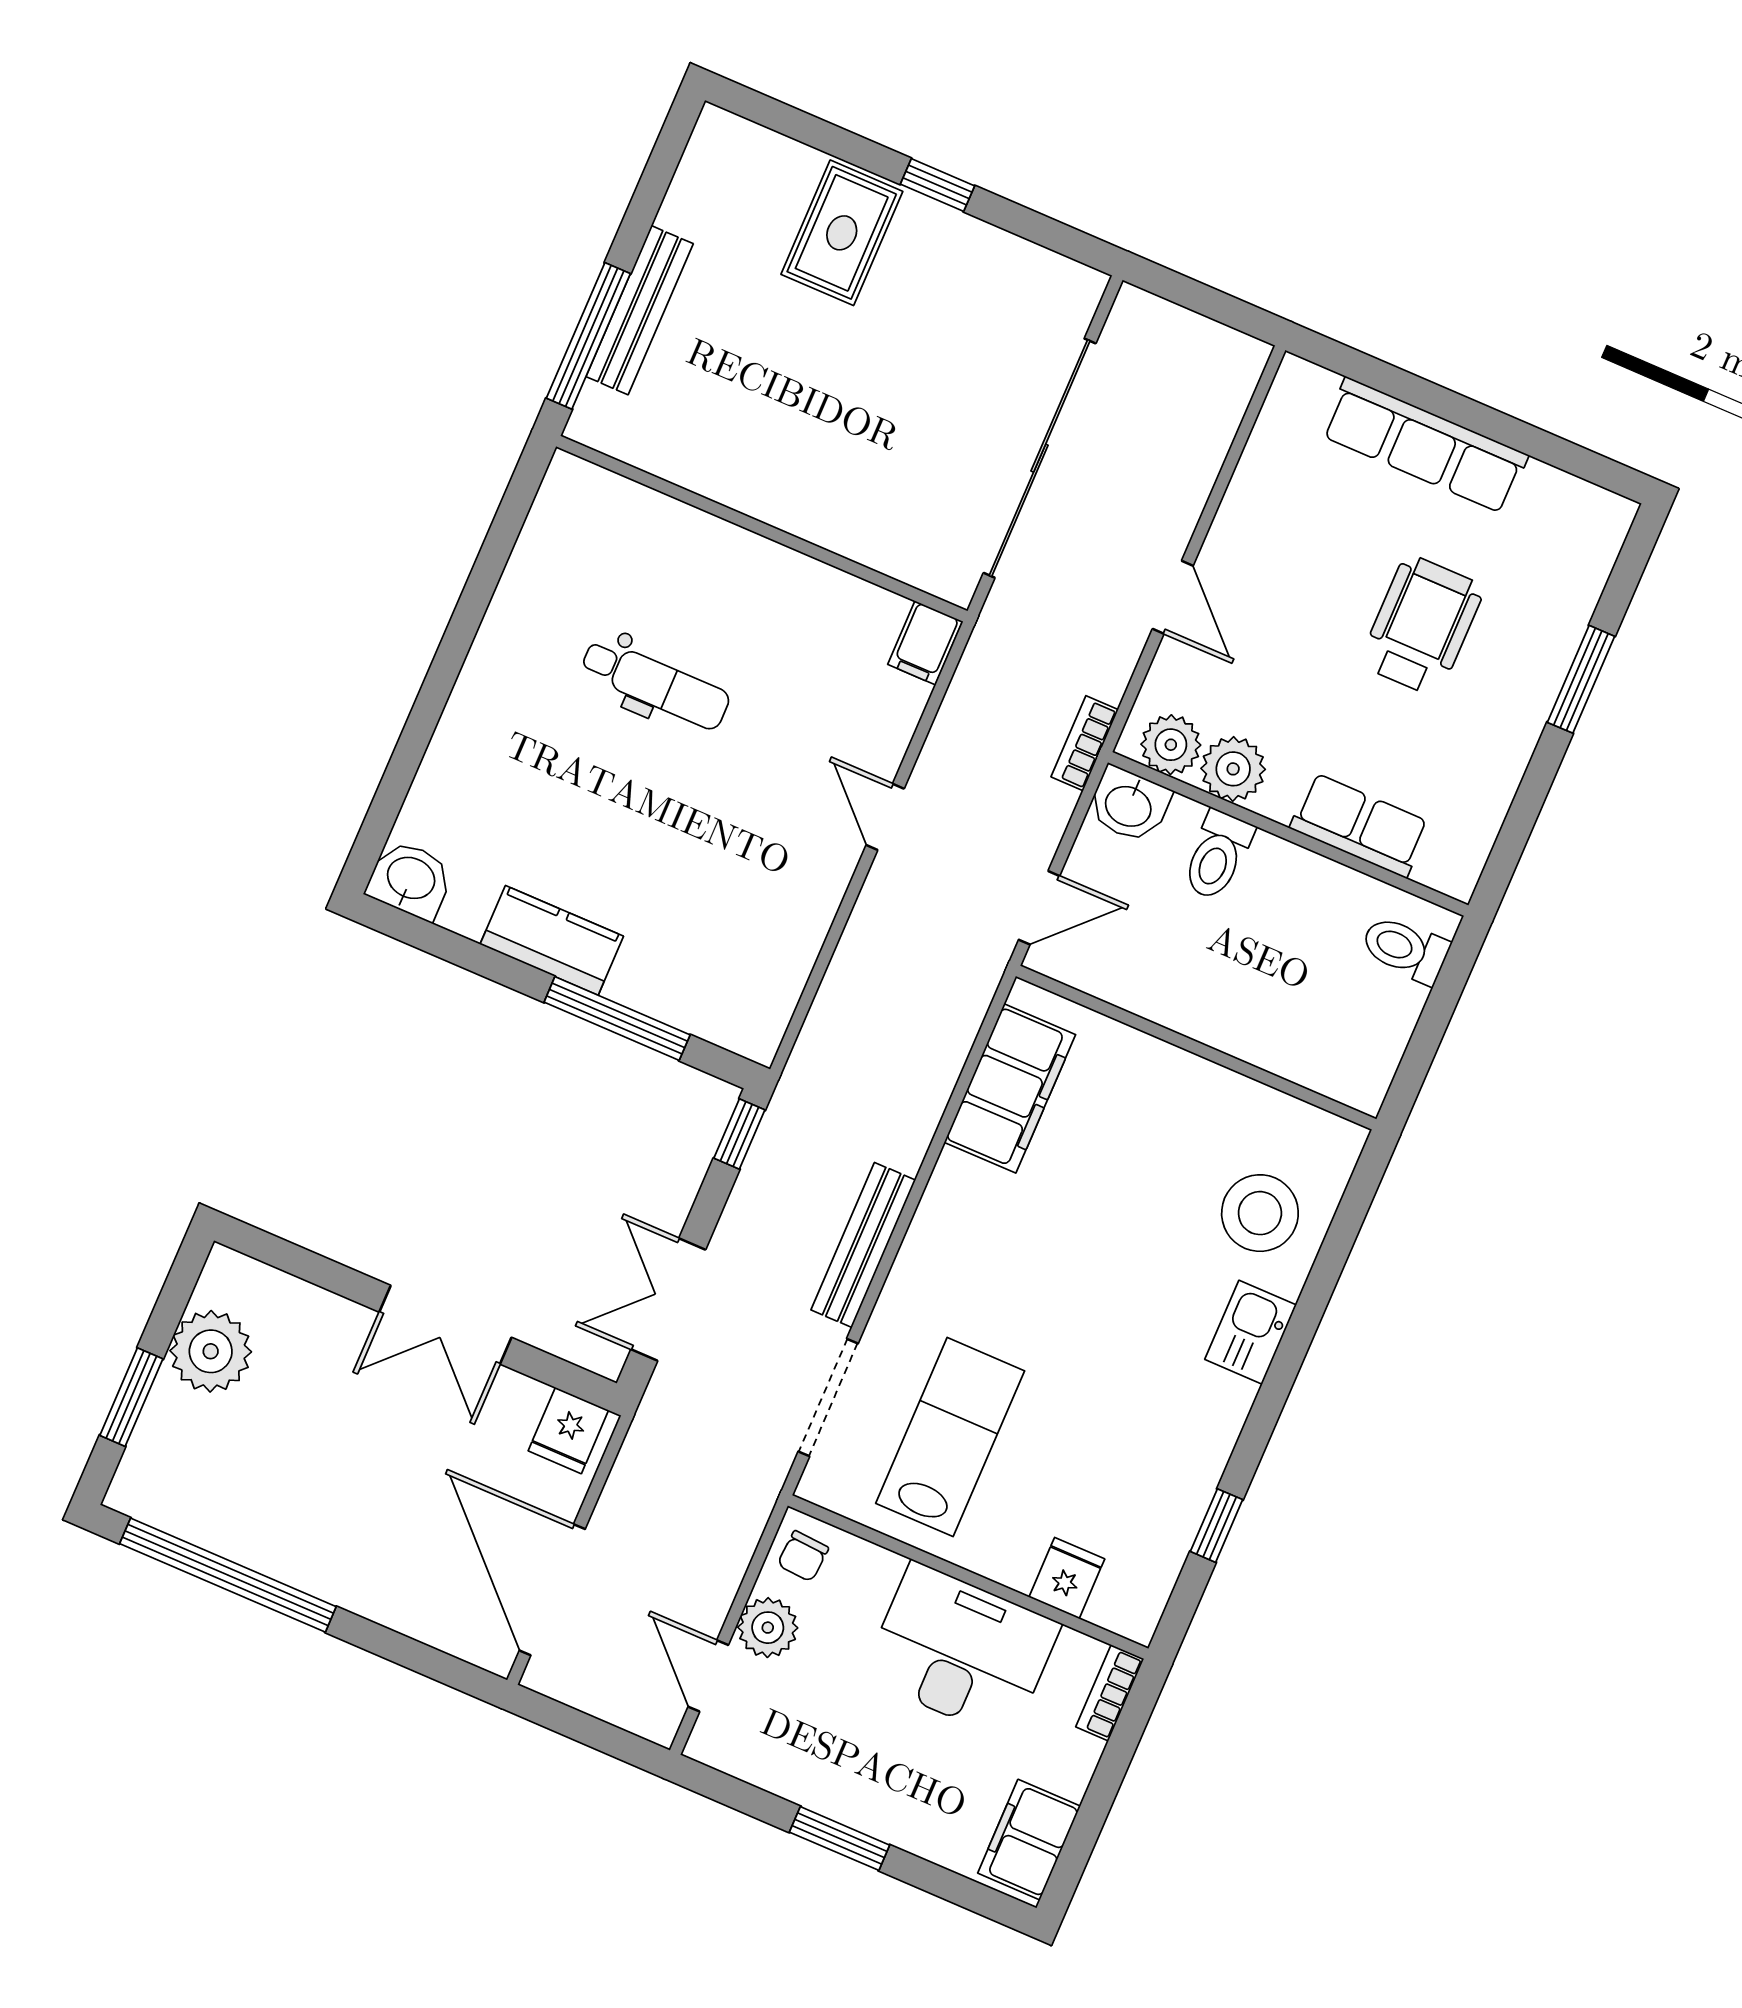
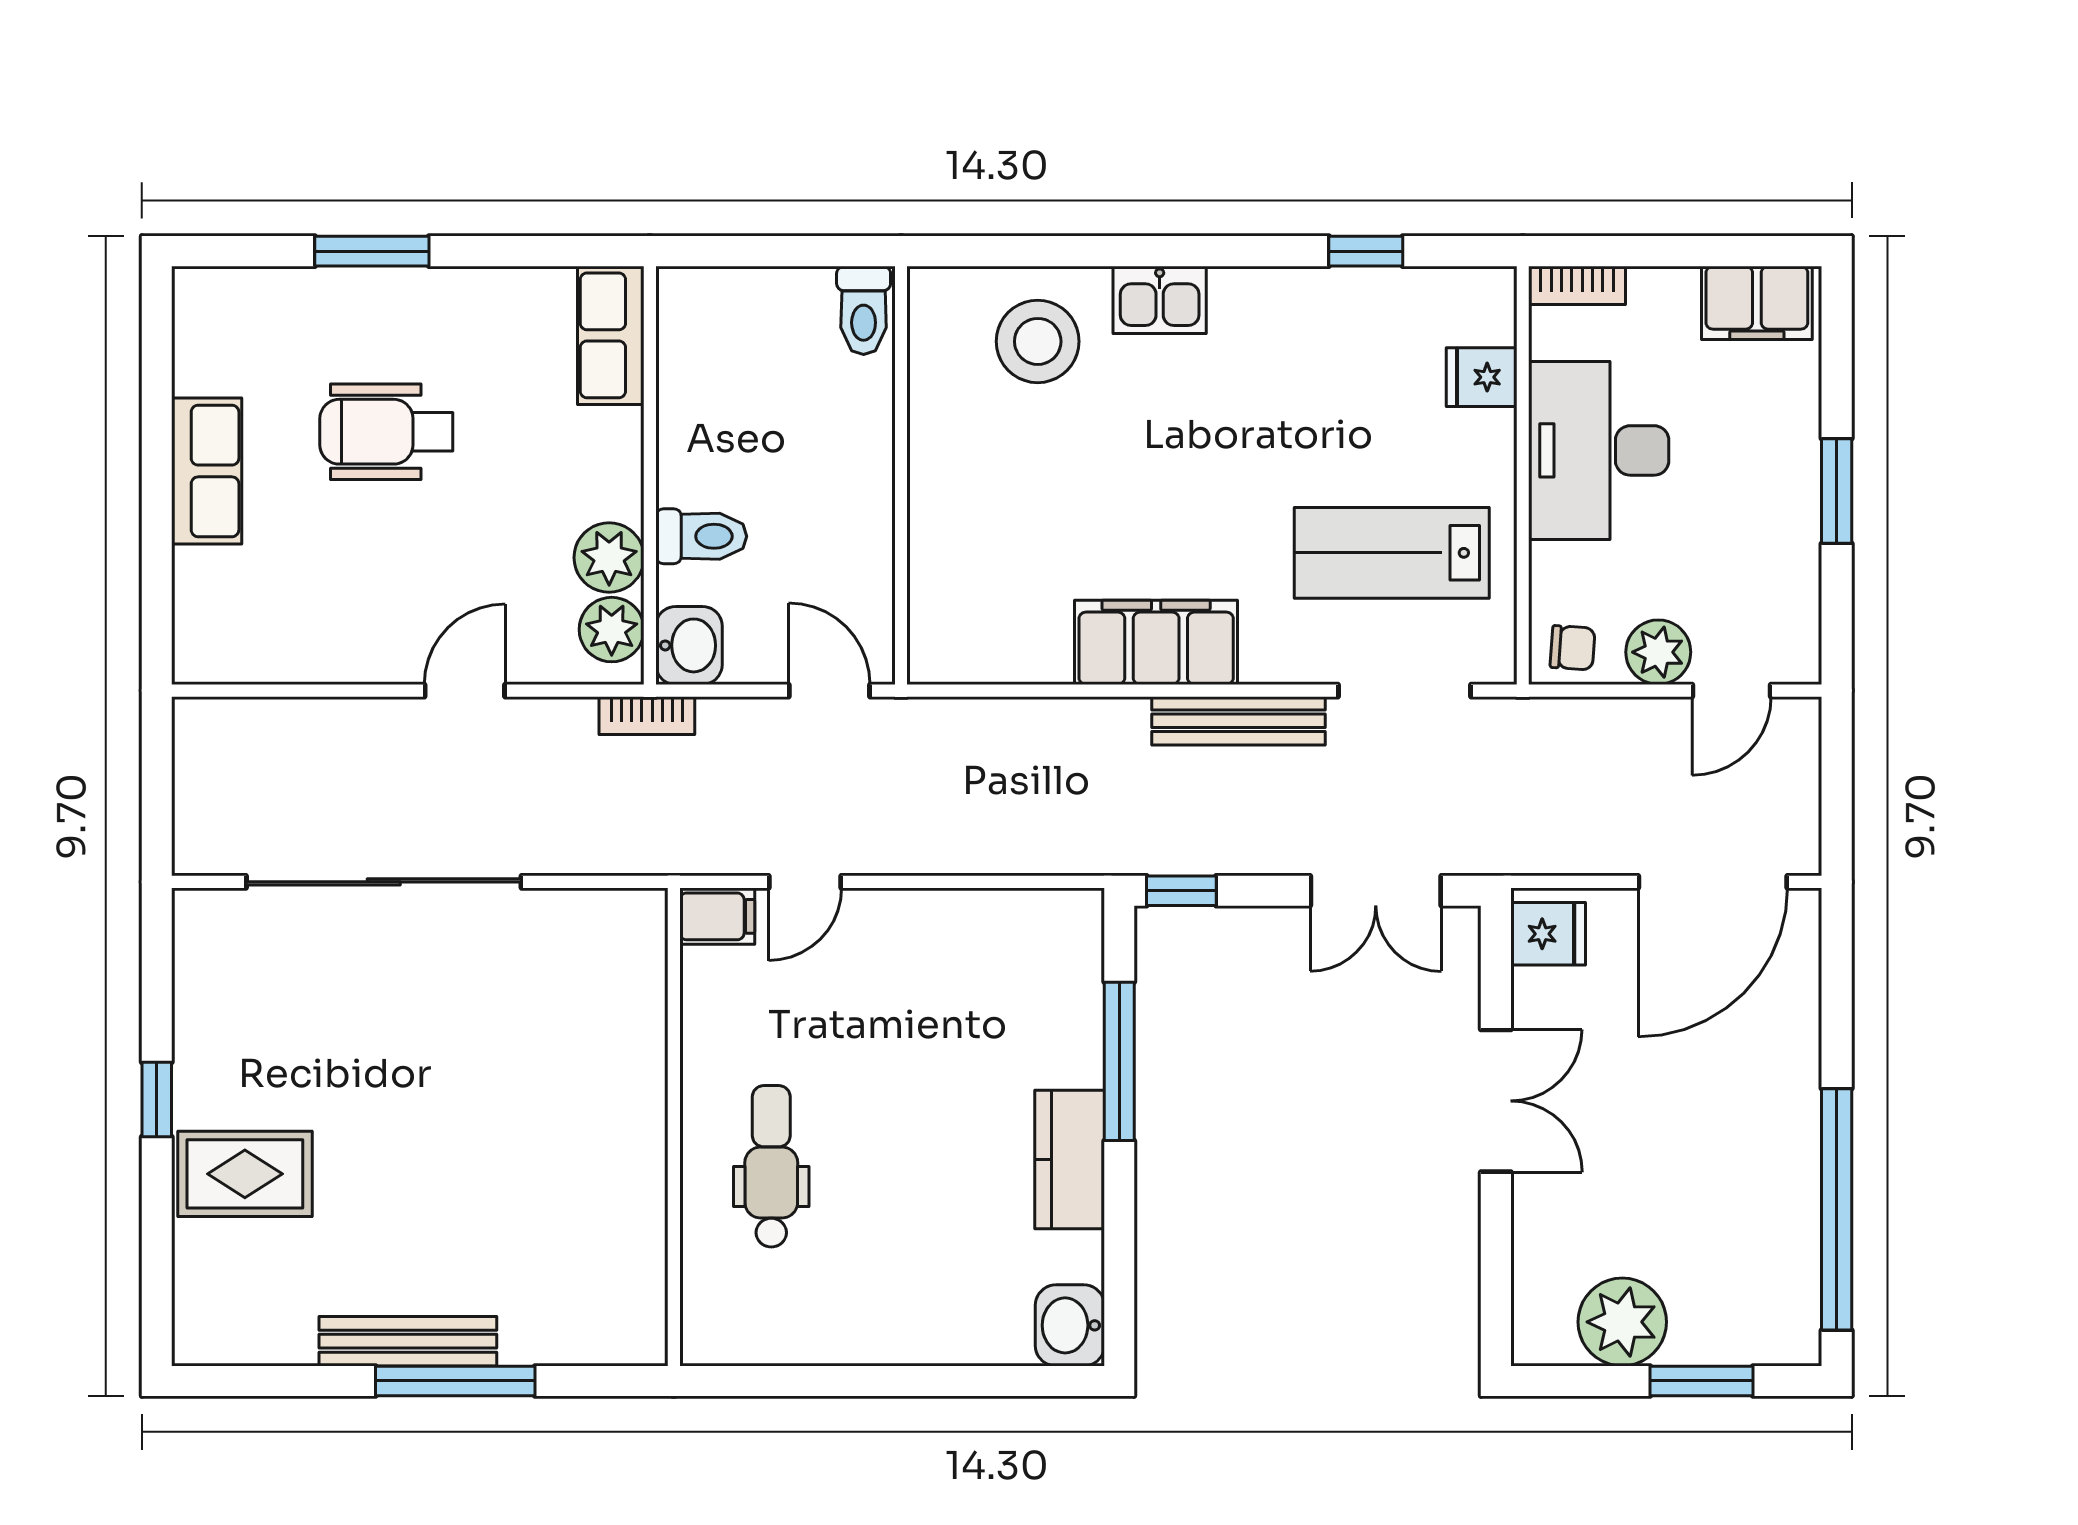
row of seats: (1425, 445) -> (207, 471), width x0.68
wall: (762, 529) -> (674, 1127), moved
filing cabinet: (925, 643) -> (717, 916), moved
row of seats: (1360, 825) -> (611, 335), moved
toilet: (1405, 949) -> (864, 310), moved
filing cabinet: (1010, 1088) -> (1156, 642), moved

